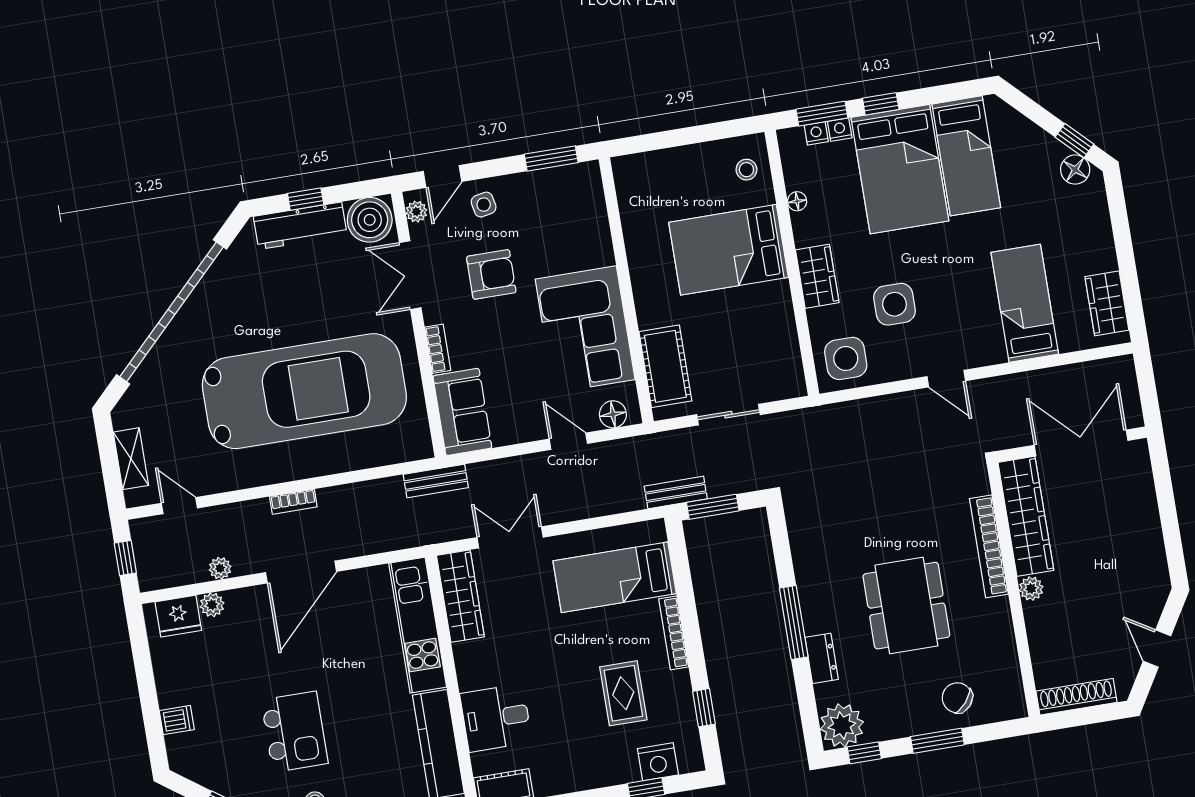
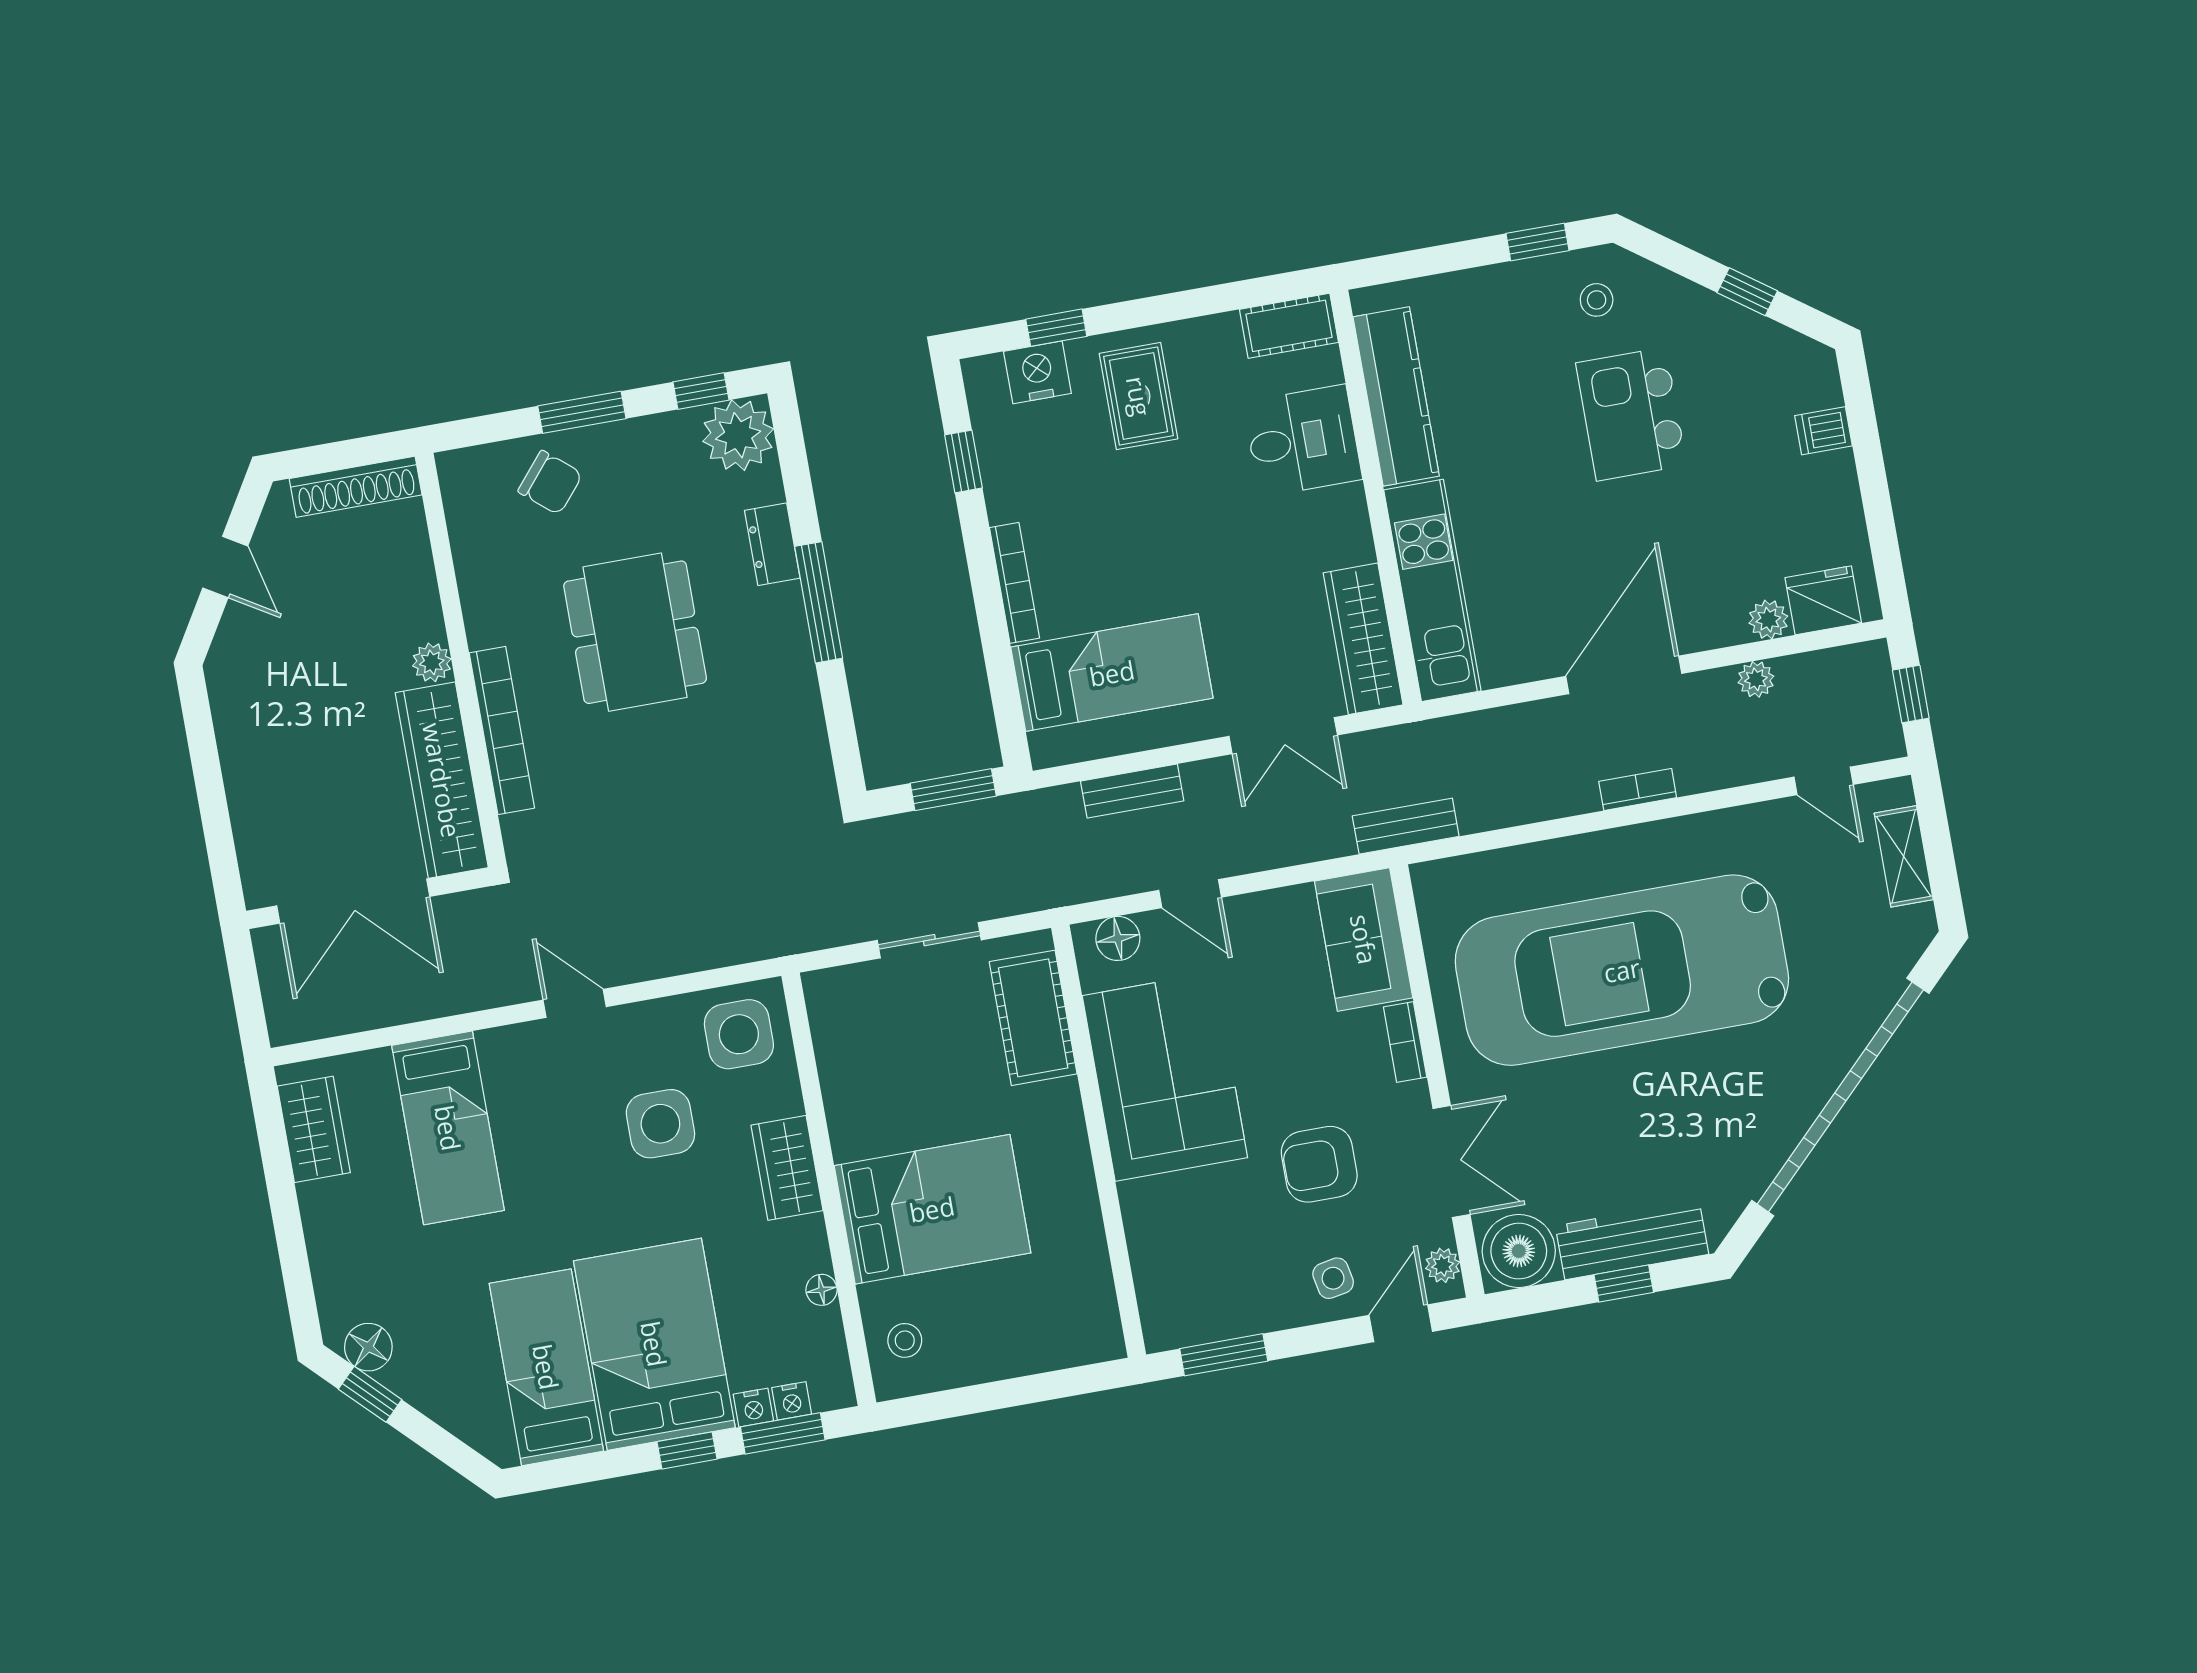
bench: (676, 493) -> (1132, 791), moved
rug: (623, 693) -> (1139, 396), moved

